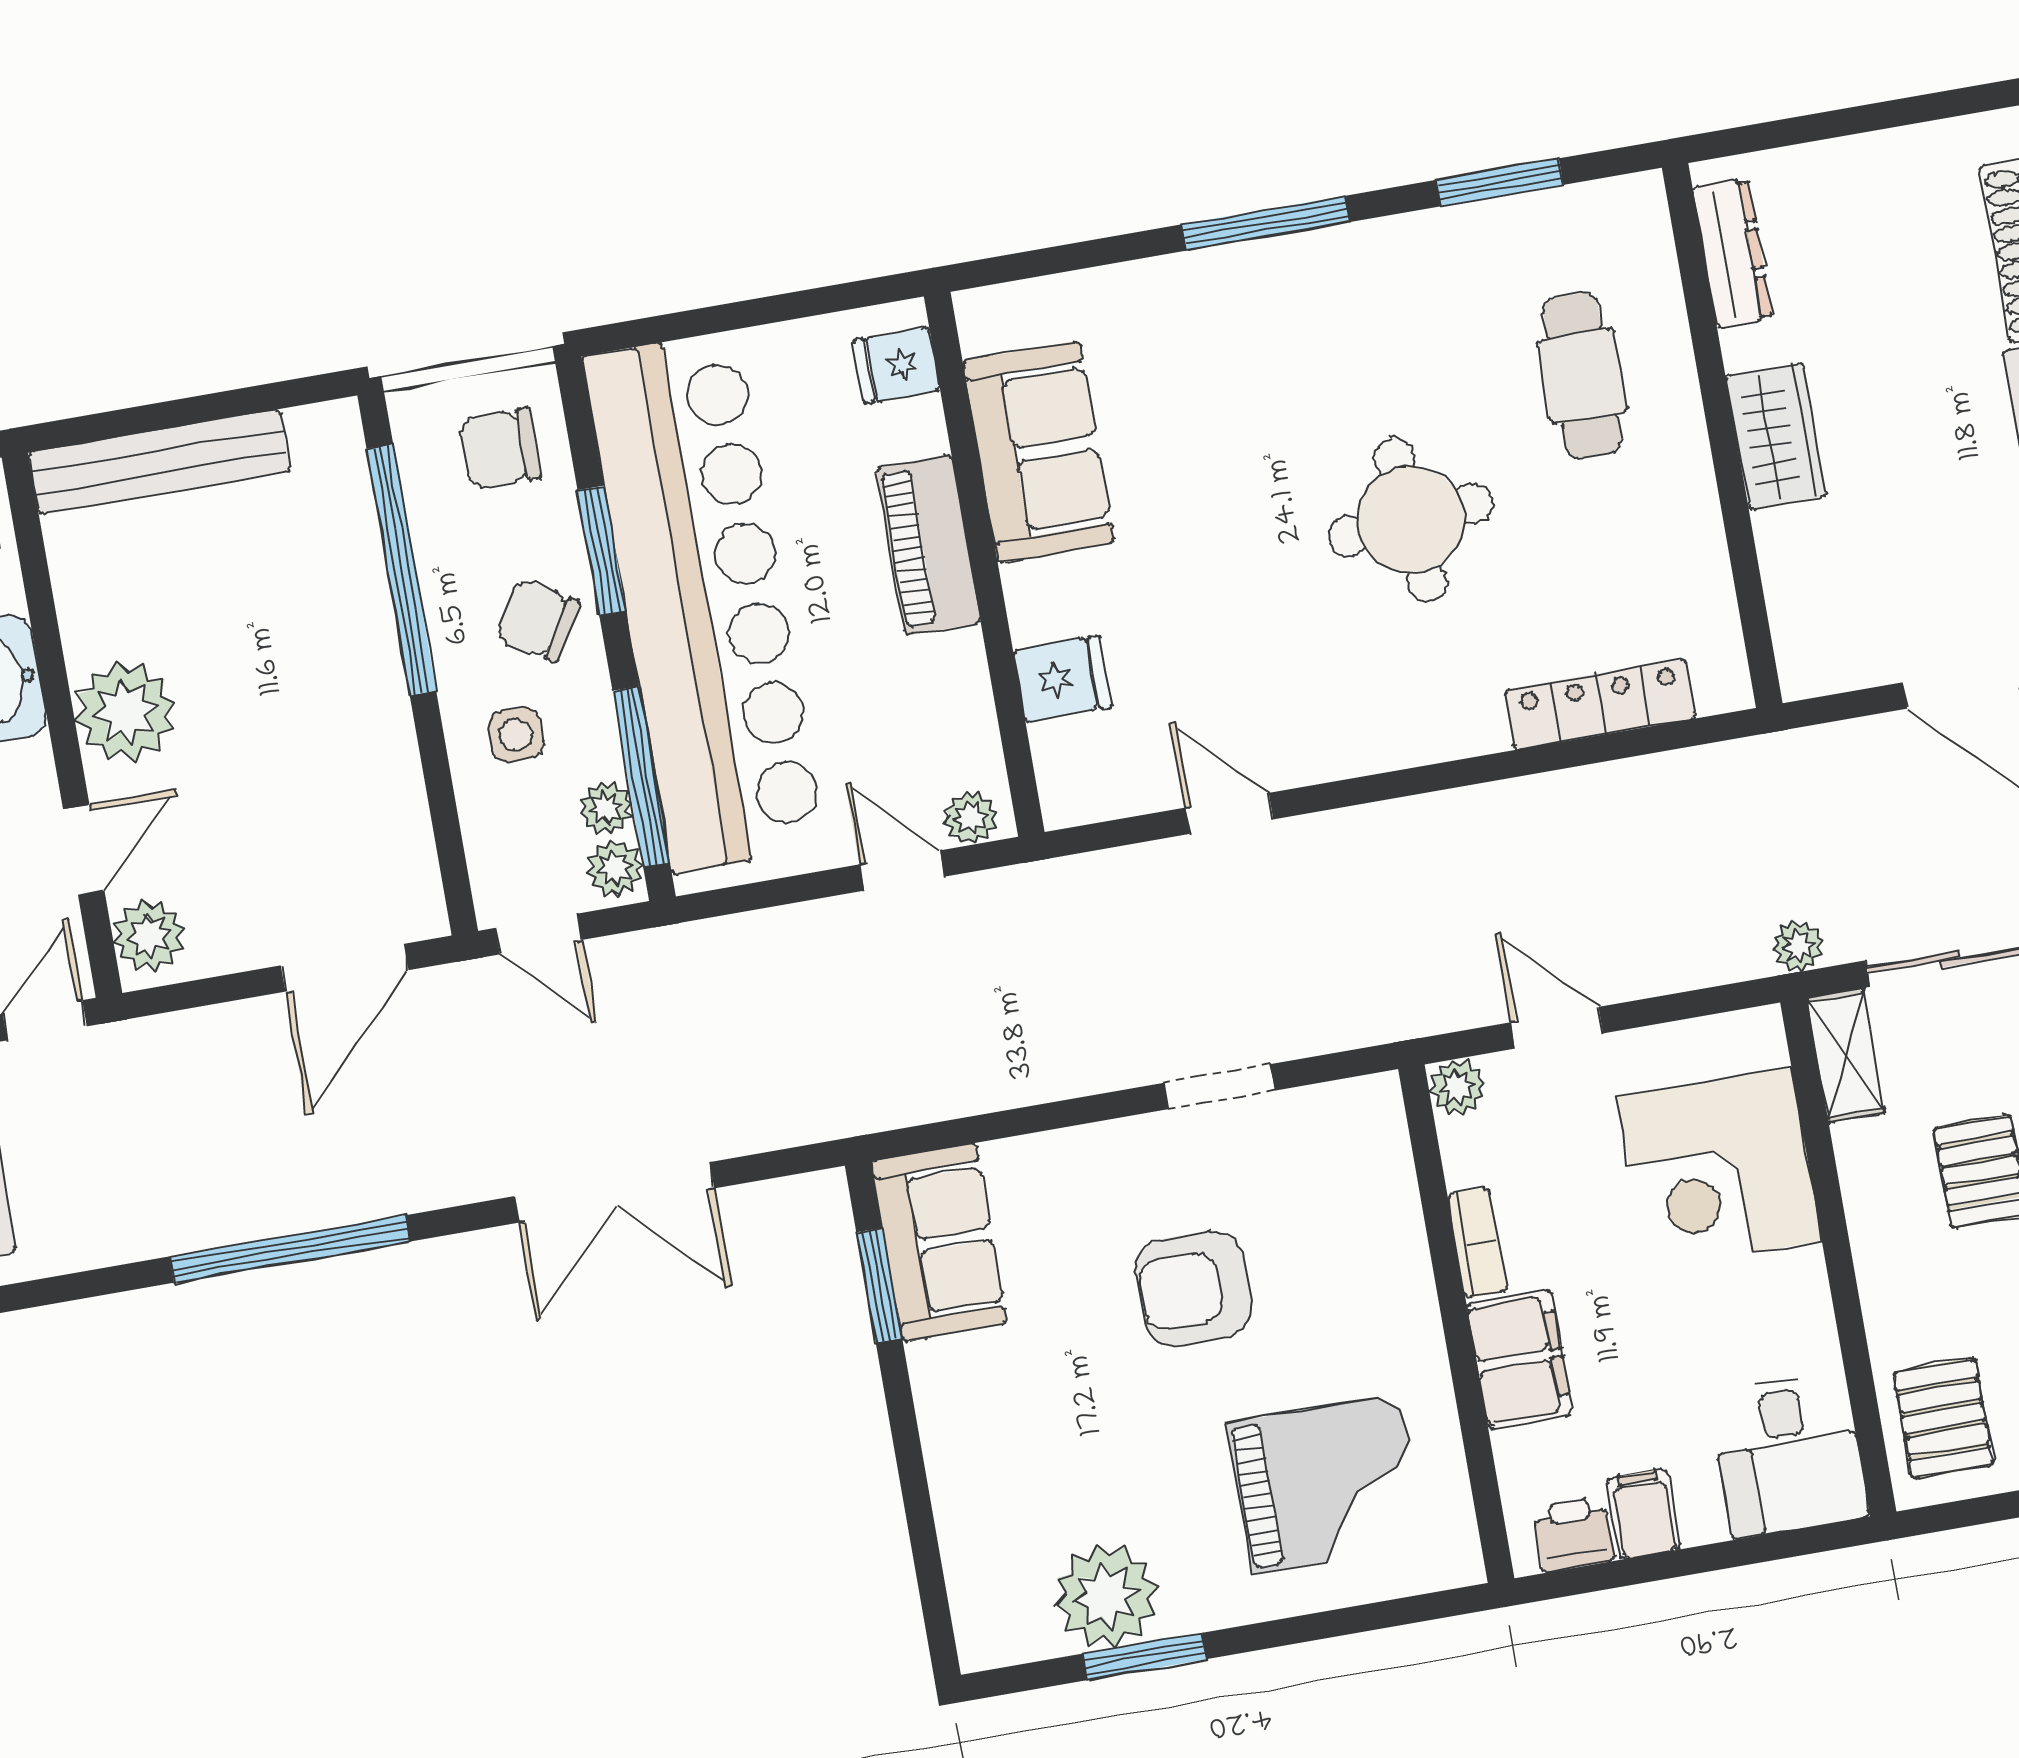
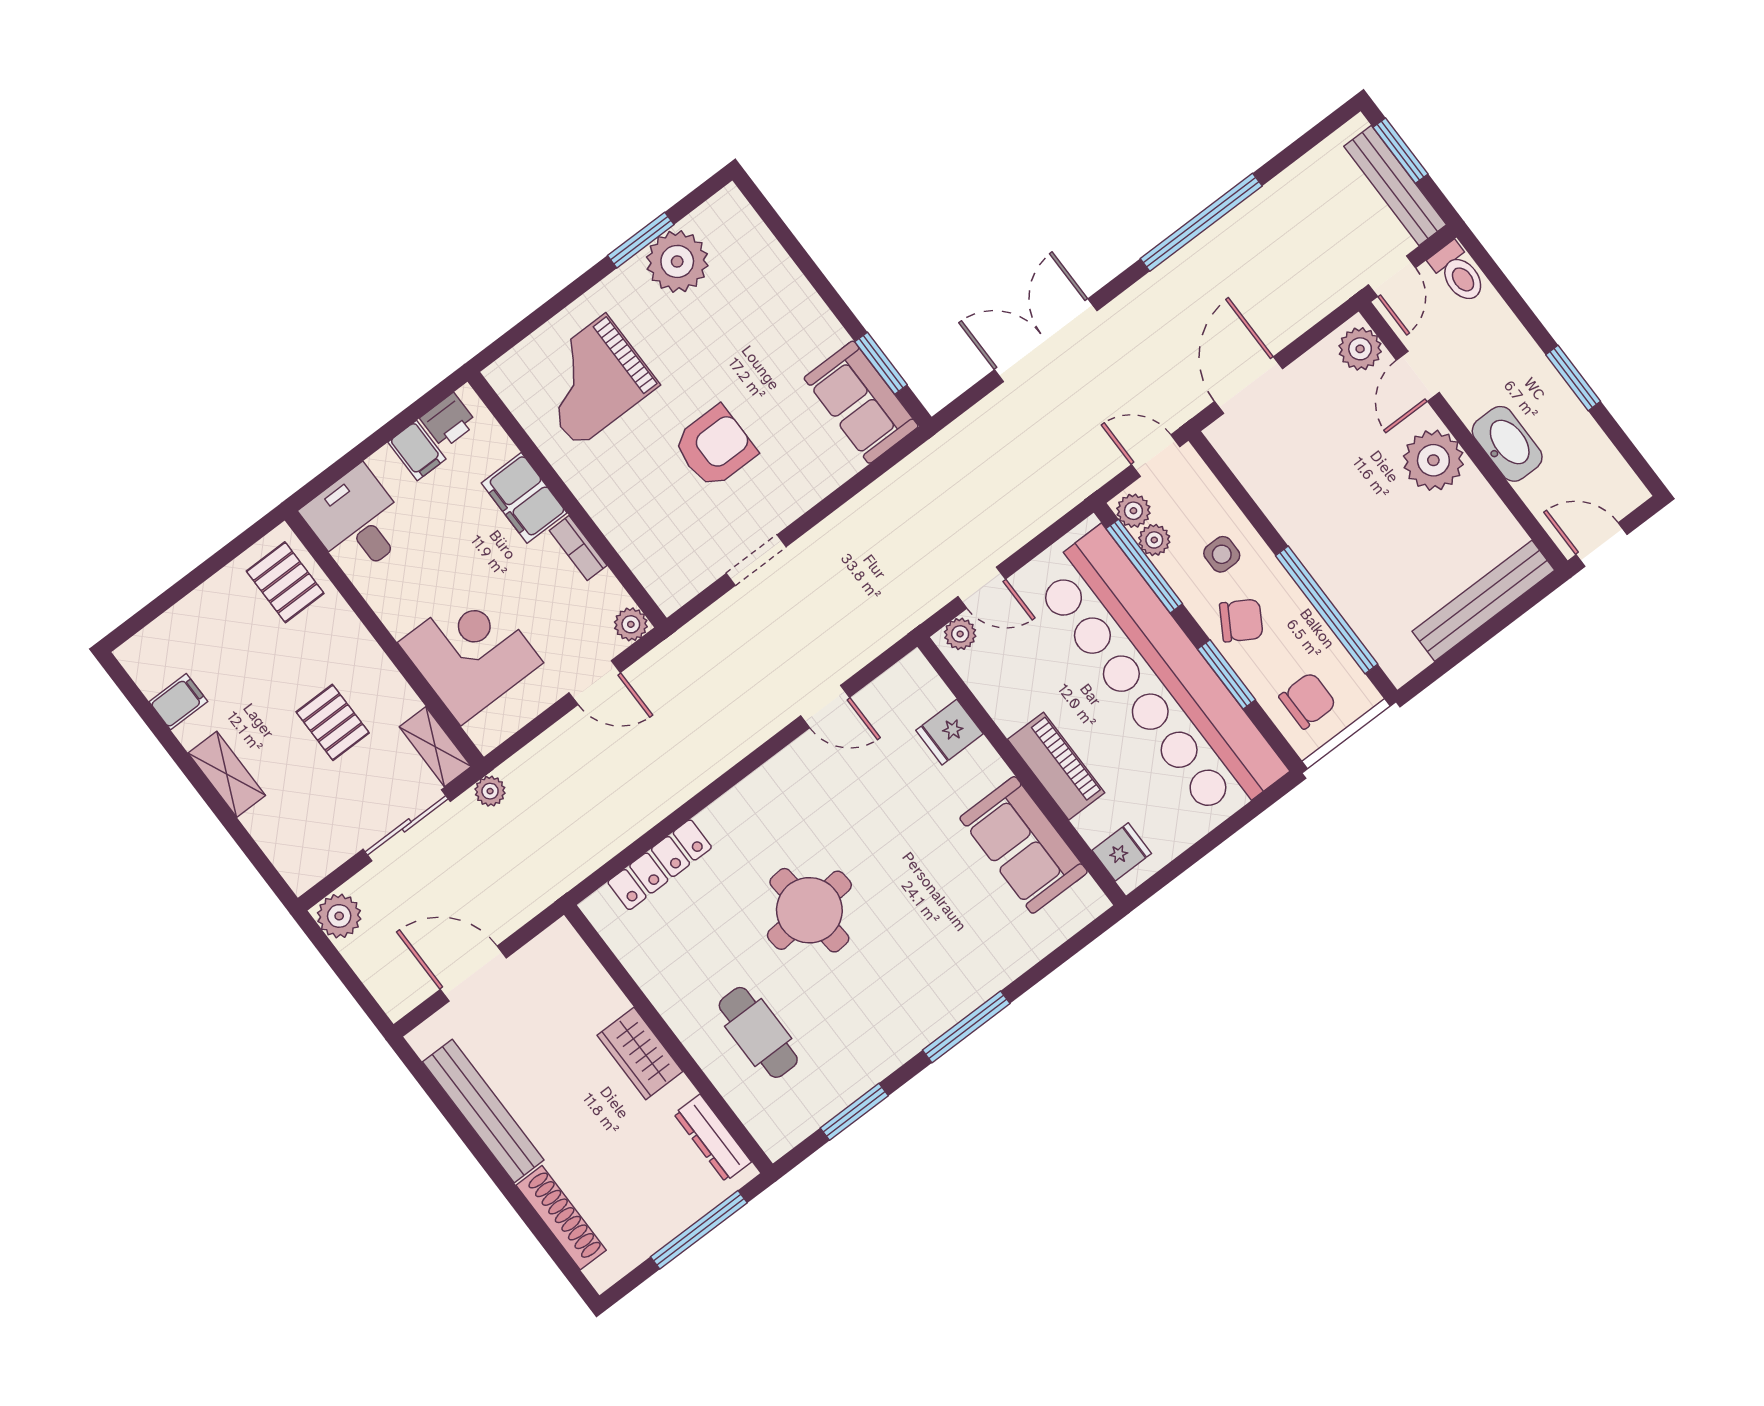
window: (1824, 126) -> (699, 1230), added

